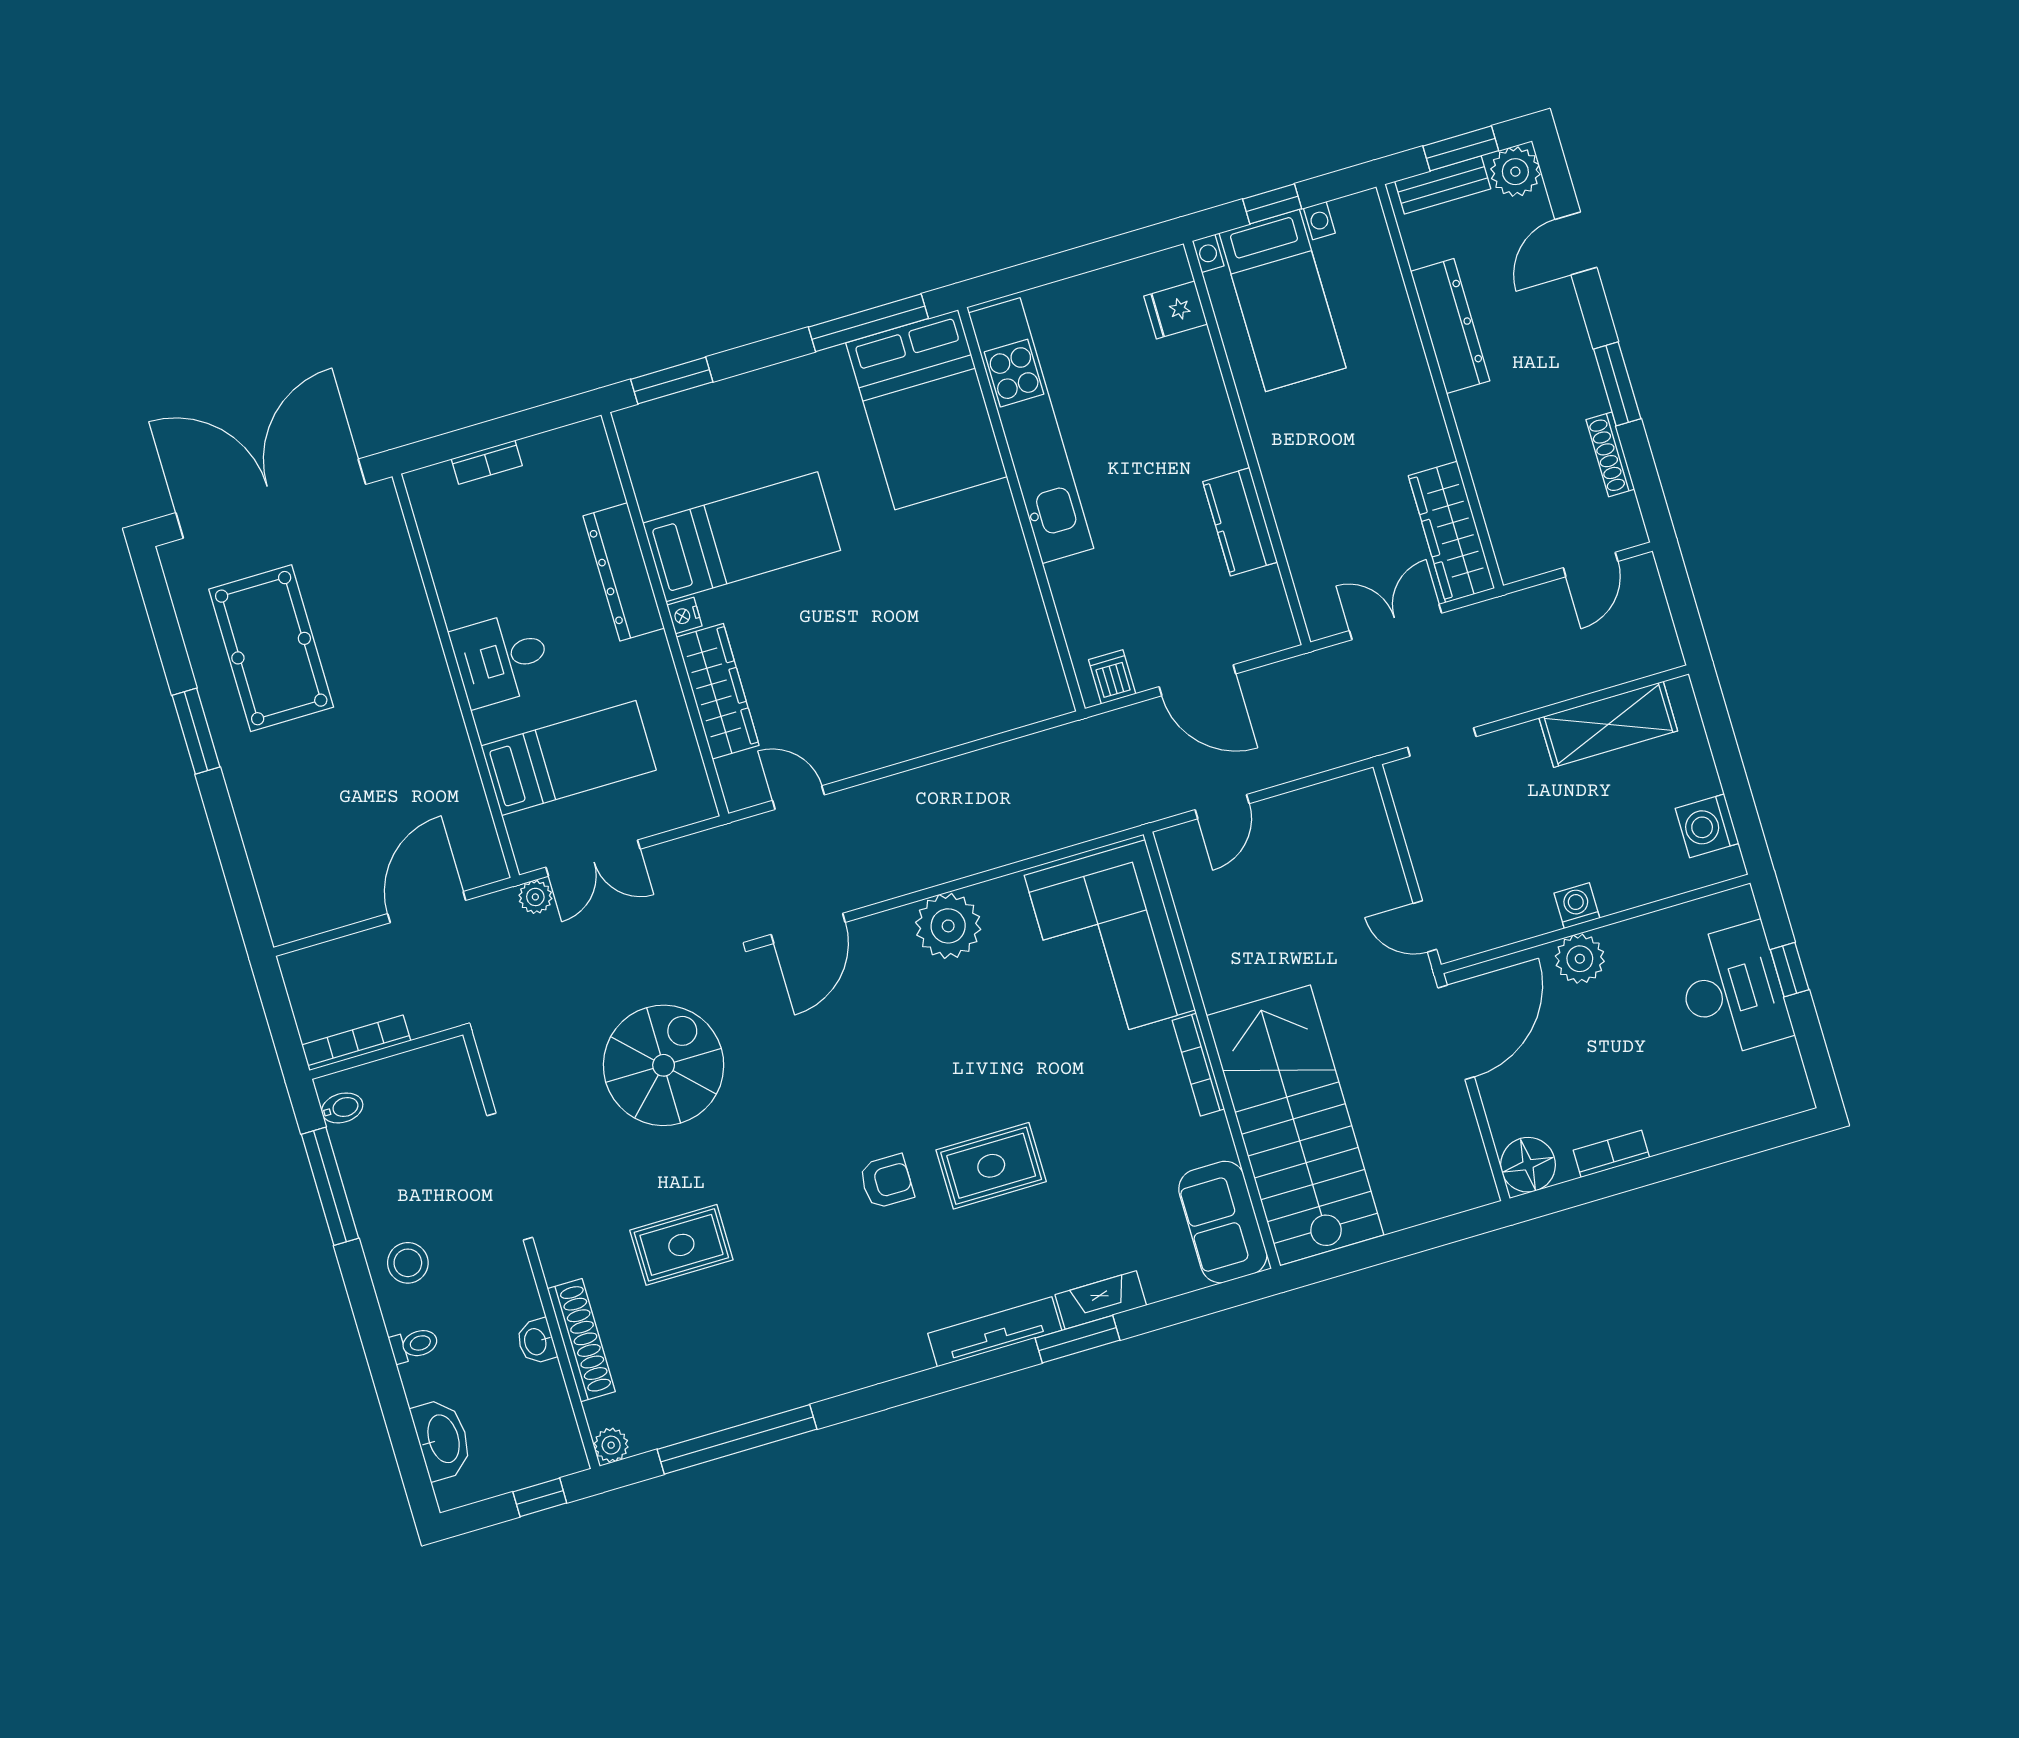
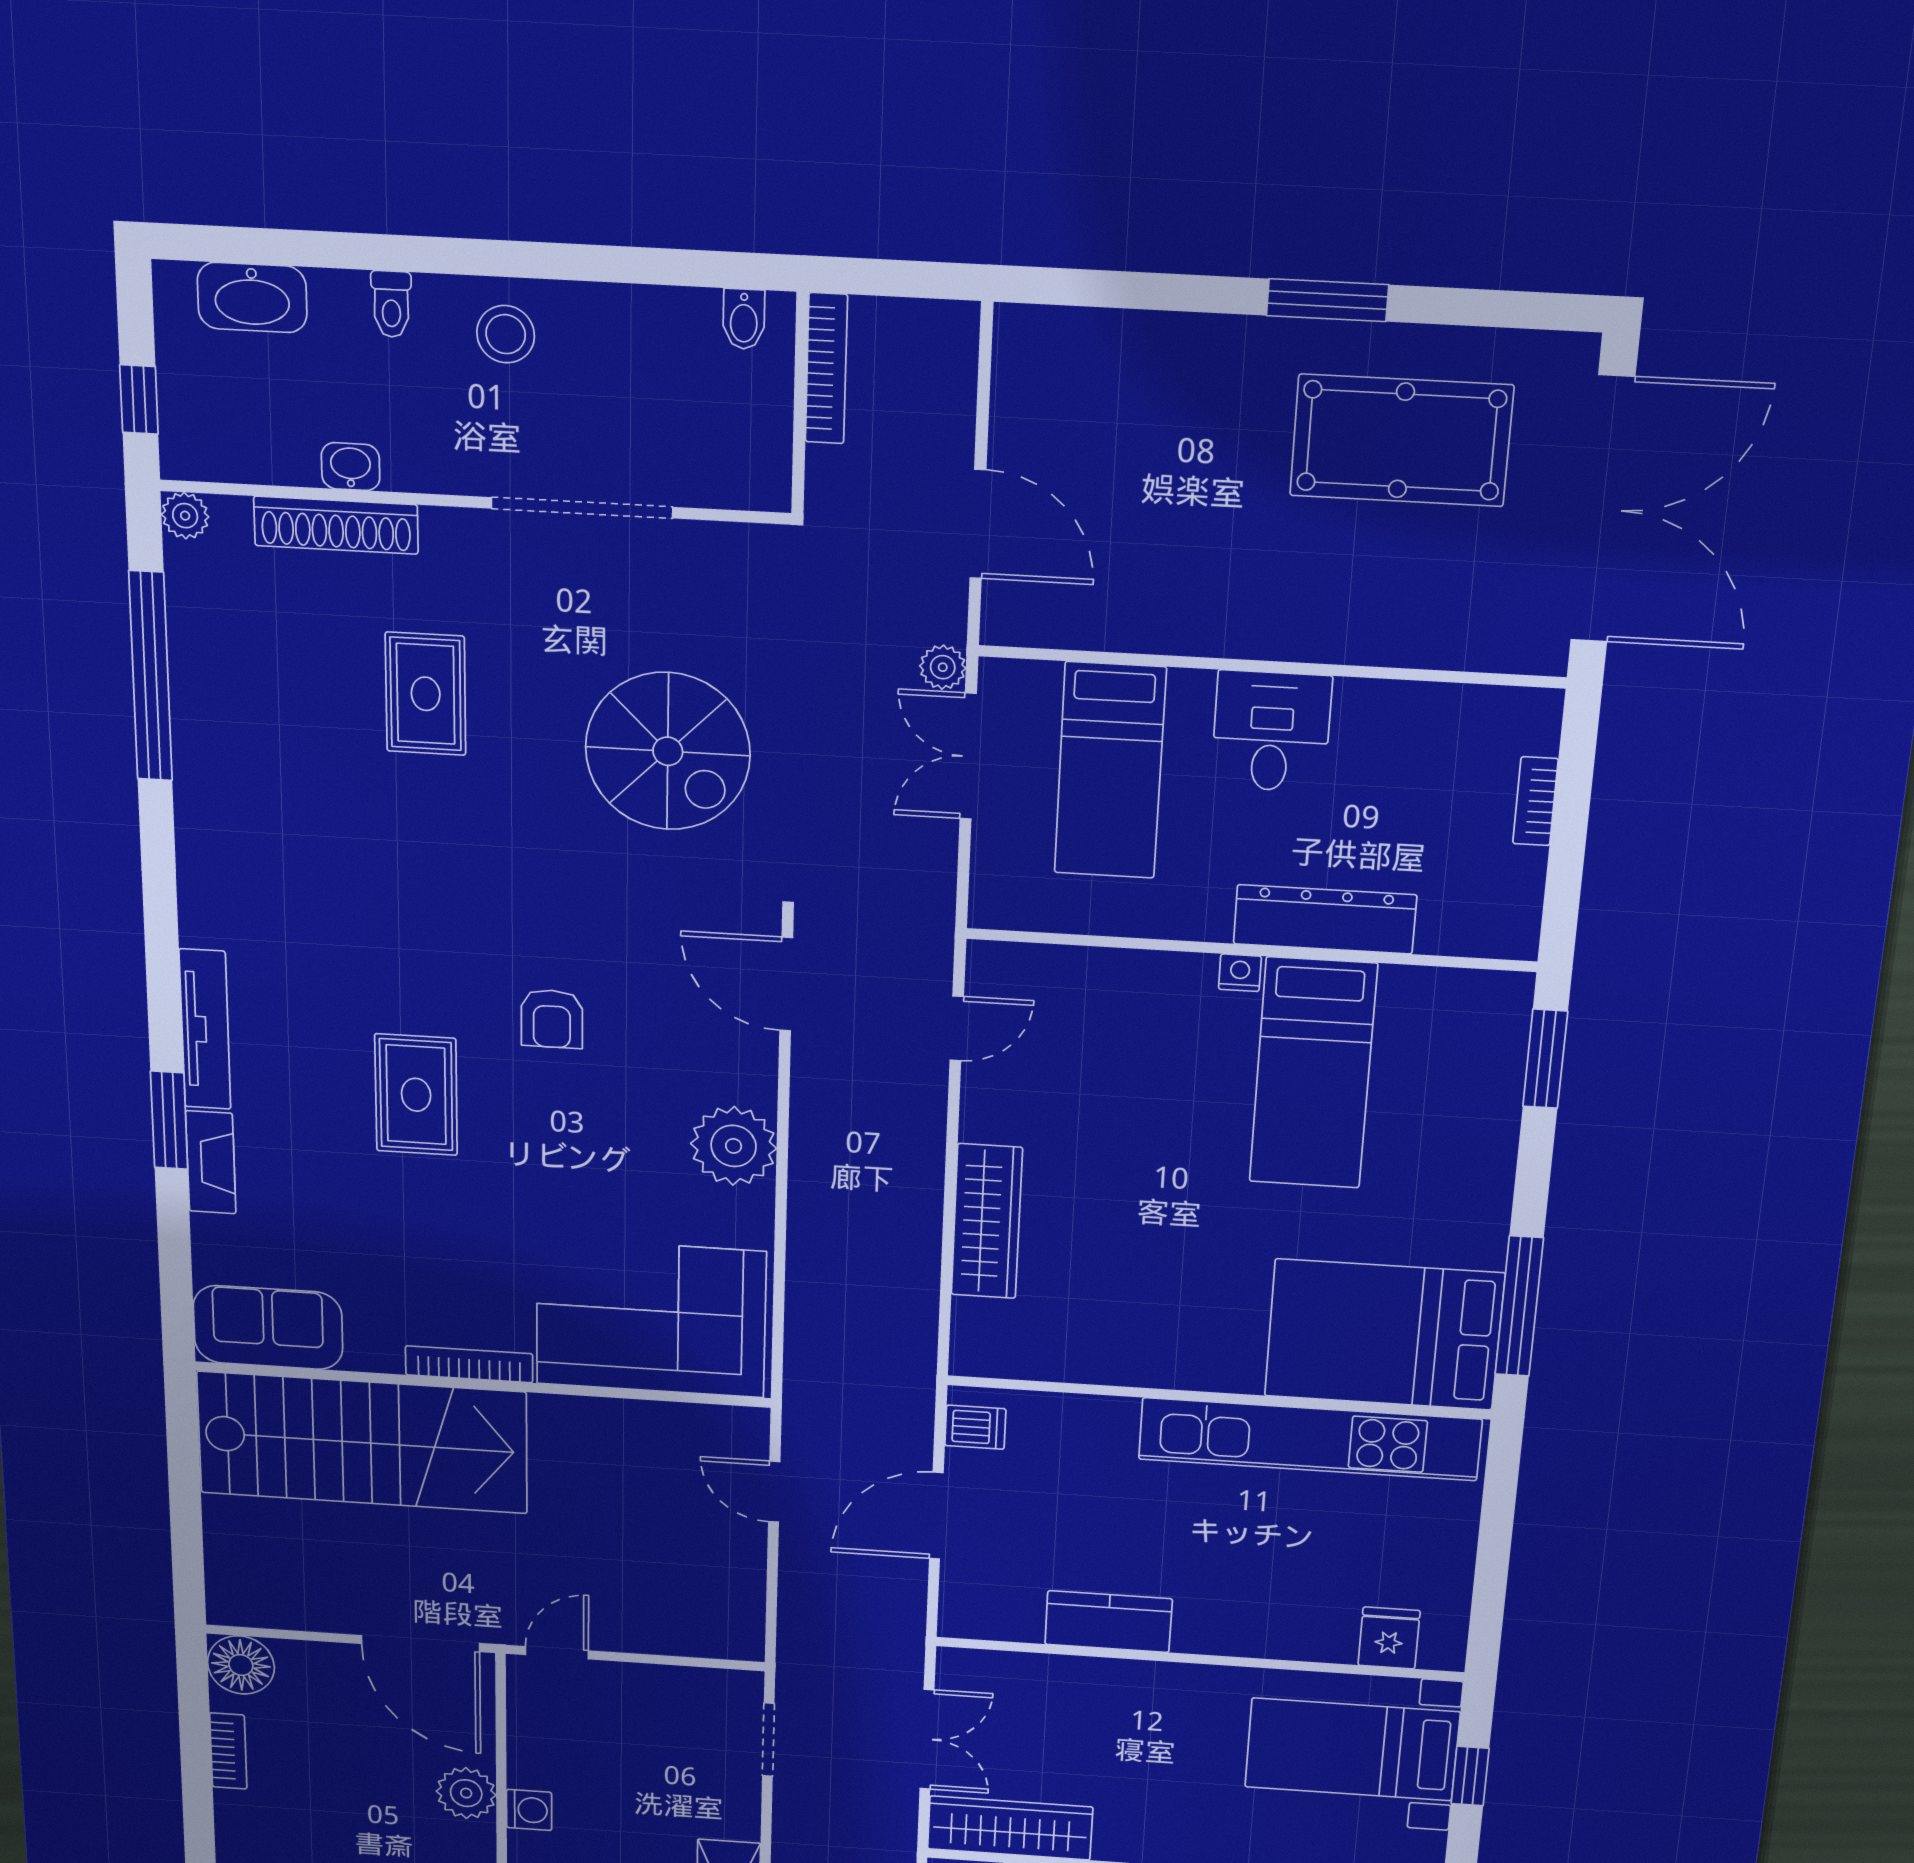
wardrobe: (718, 691) -> (987, 1221), moved, turned -90
armchair: (886, 1181) -> (552, 1019), moved
window: (330, 1186) -> (642, 265), removed

